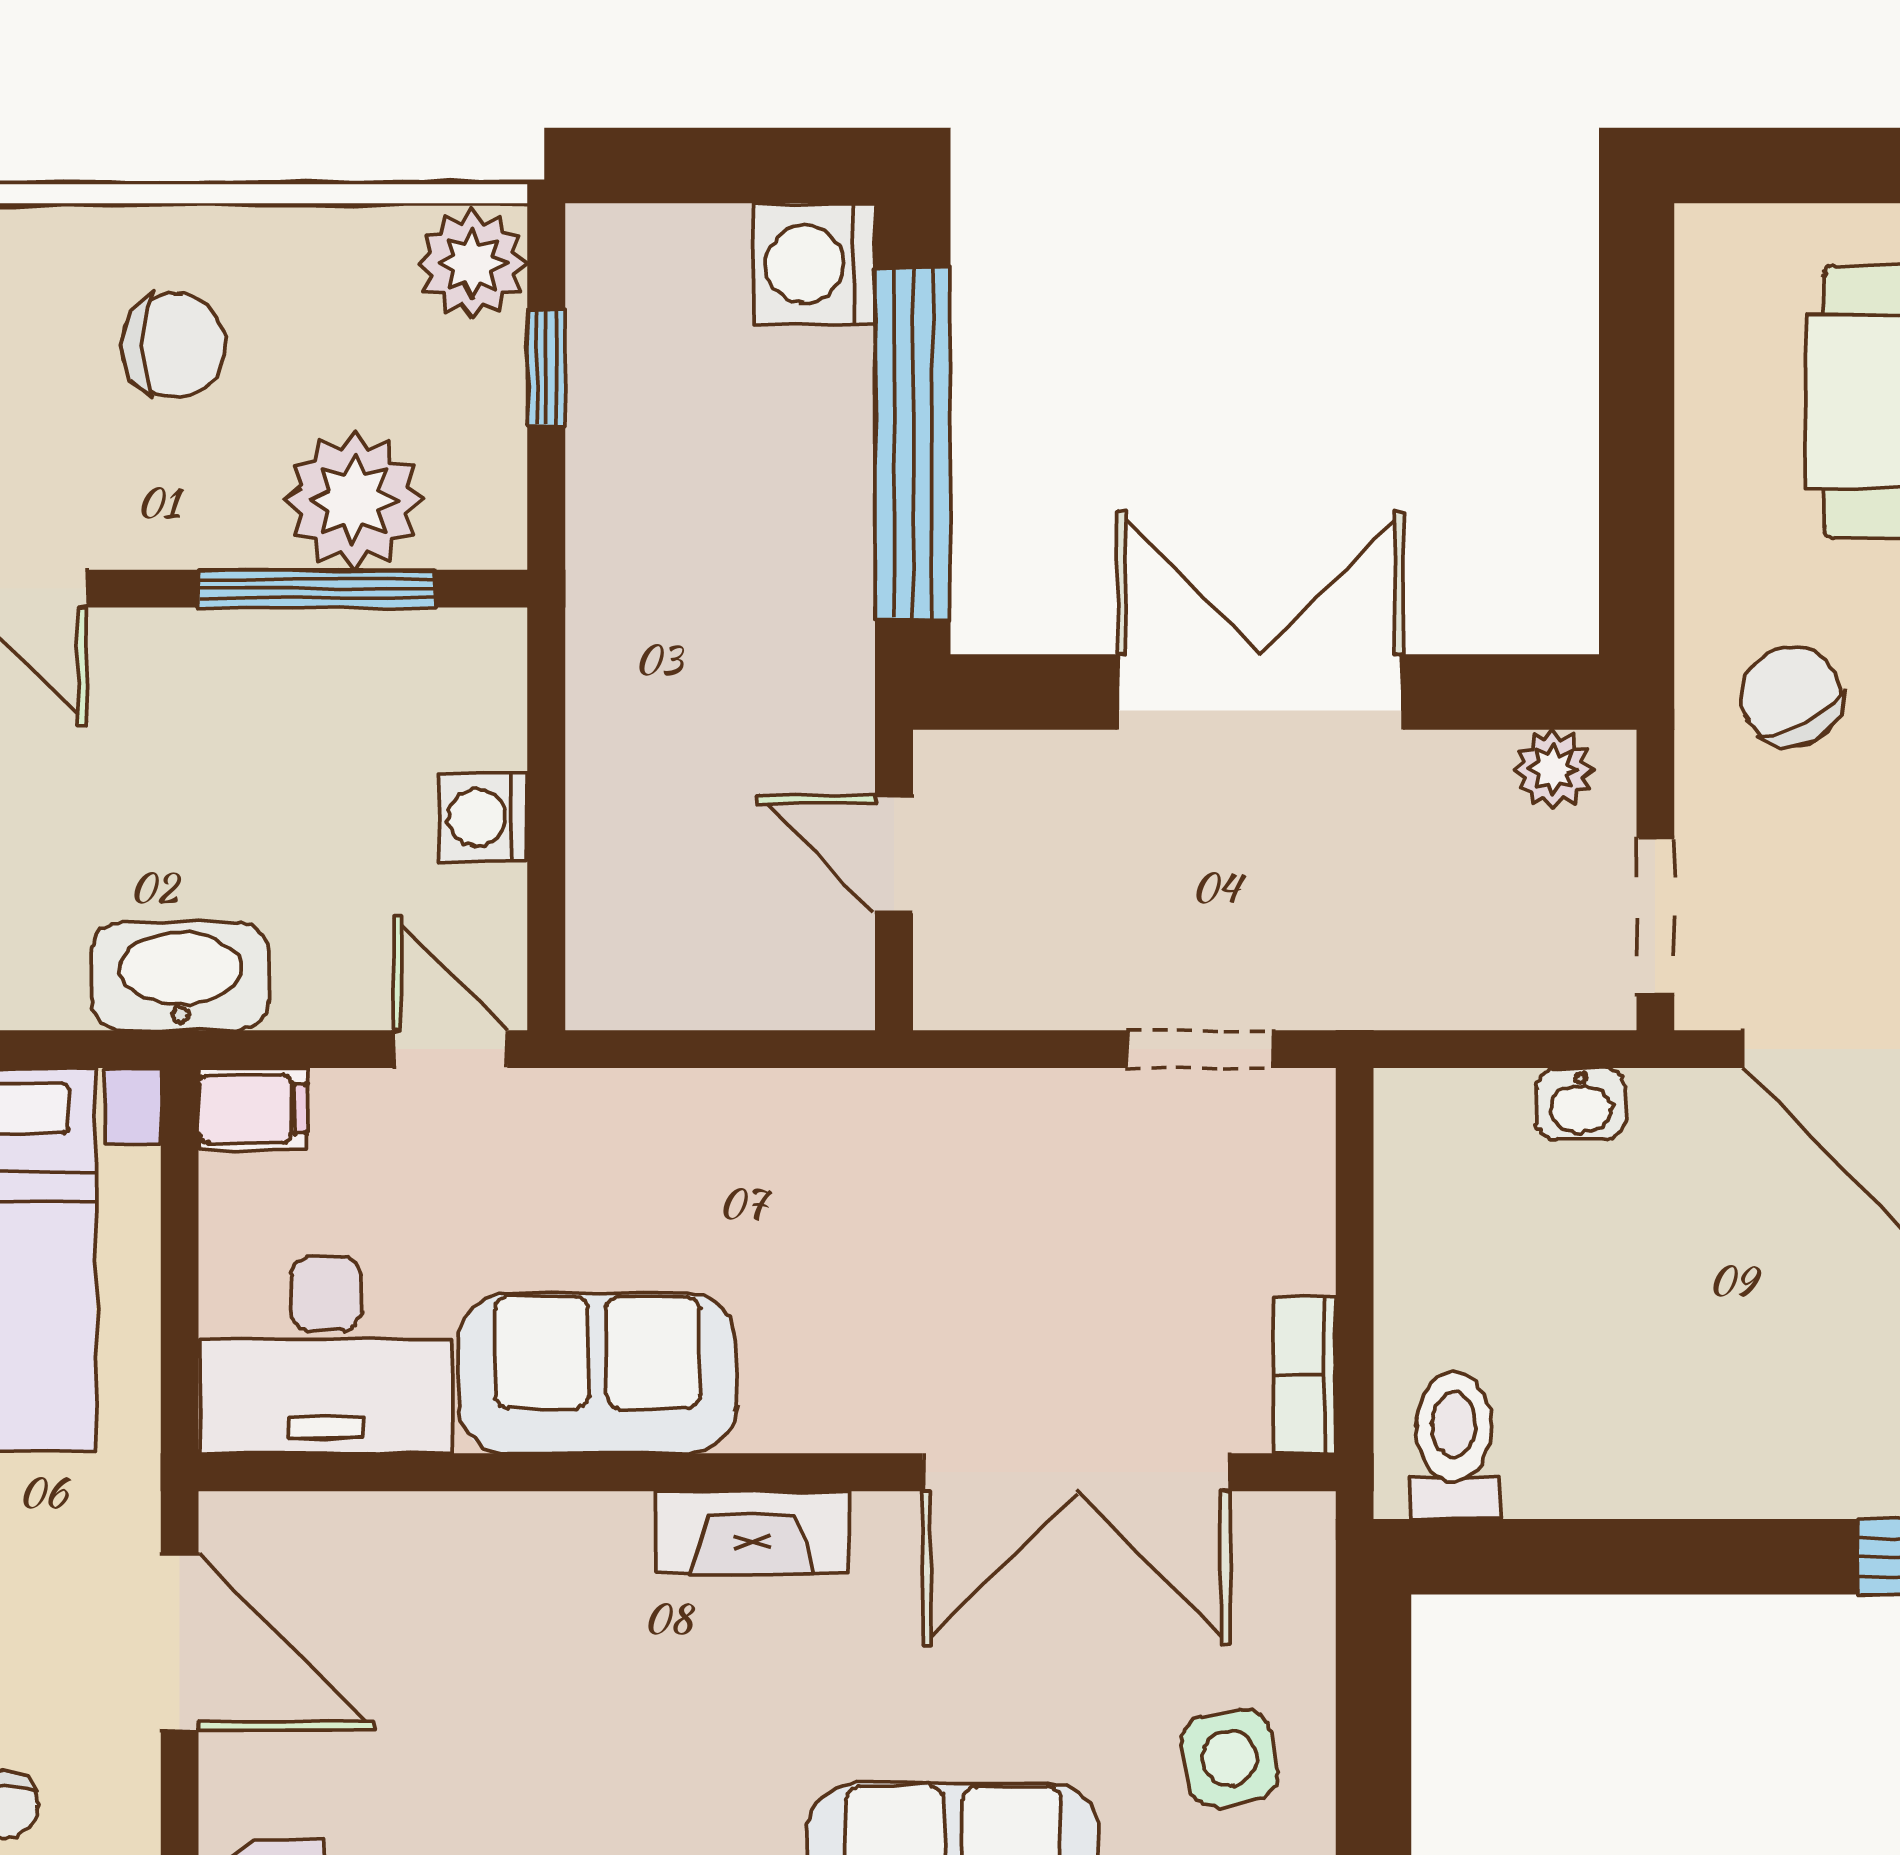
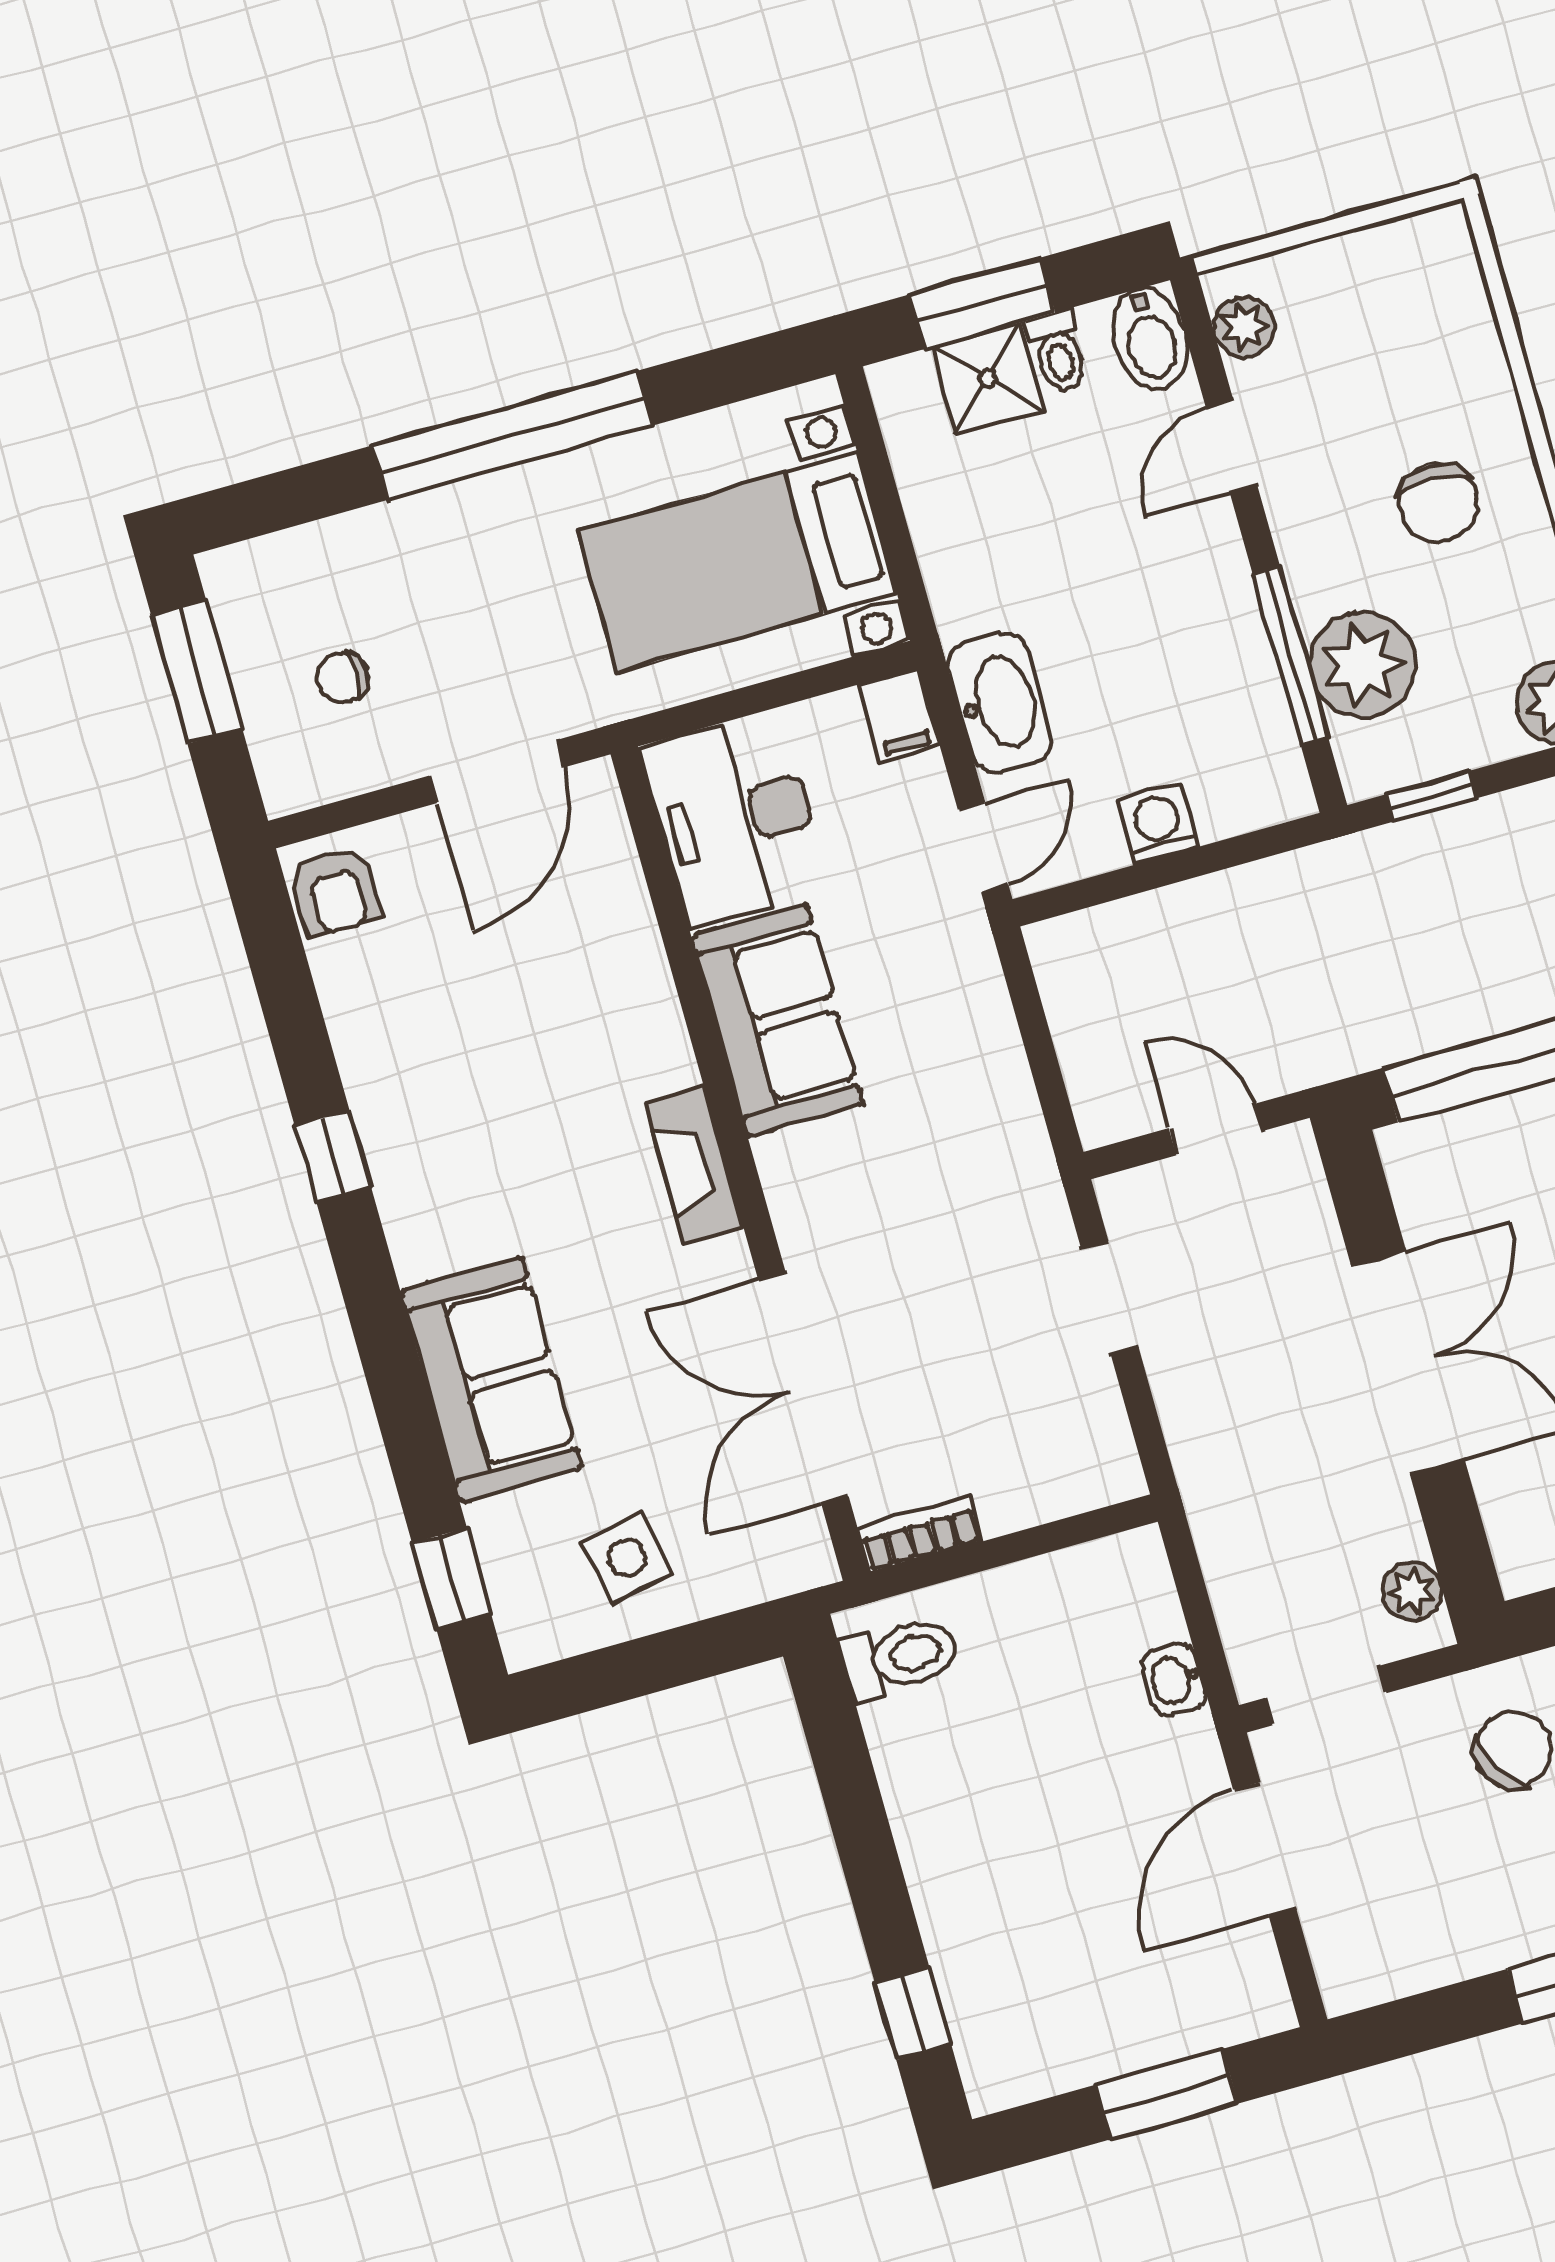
window: (546, 368) -> (1431, 796), moved
door: (894, 854) -> (1215, 1130), hinge flipped
washbasin: (180, 976) -> (1000, 703), moved
doorway: (1200, 1049) -> (1110, 1298), moved

